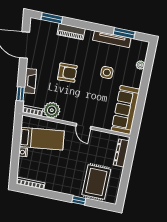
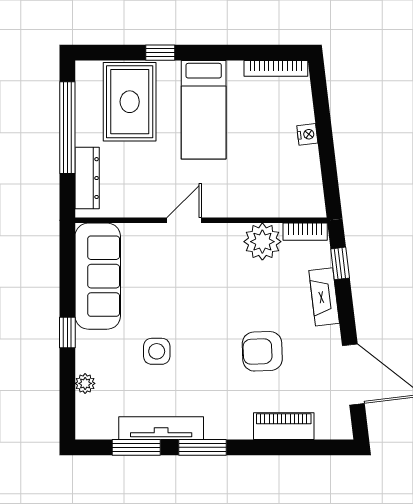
window: (52, 18) -> (202, 447), moved
piano: (71, 32) -> (284, 426), moved
armchair: (67, 73) -> (262, 351), moved
window: (144, 89) -> (67, 332), added
door: (83, 126) -> (184, 220), hinge flipped
bed: (42, 139) -> (204, 110), moved, turned -83
window: (125, 176) -> (67, 128), added

